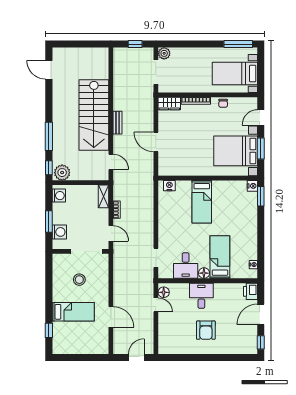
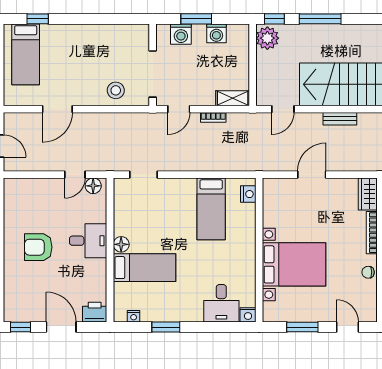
bed with nightstands: (236, 151) -> (294, 264), moved, turned 90
washing machine: (59, 196) -> (216, 33), moved
window: (261, 196) -> (166, 327), moved
bed: (202, 202) -> (211, 209), moved, turned -90
desk: (186, 266) -> (221, 303), moved, turned -90
stool: (79, 280) -> (116, 90), moved
bed: (73, 312) -> (26, 54), moved

